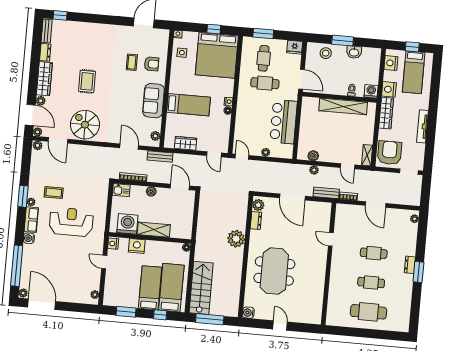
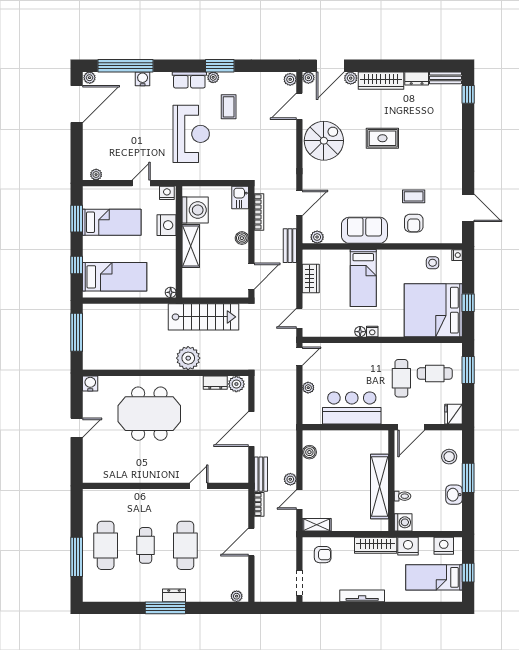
armchair: (389, 153) -> (323, 555), width x0.53, depth x0.53
plant: (314, 170) -> (290, 479), moved
water cooler: (29, 238) -> (143, 79), moved
cafe table: (374, 253) -> (185, 545), width x1.37, depth x1.35
window: (418, 272) -> (165, 608), width x1.44
bed: (150, 288) -> (112, 222), moved
stairs: (201, 288) -> (204, 317), moved
window: (375, 334) -> (77, 557), added

